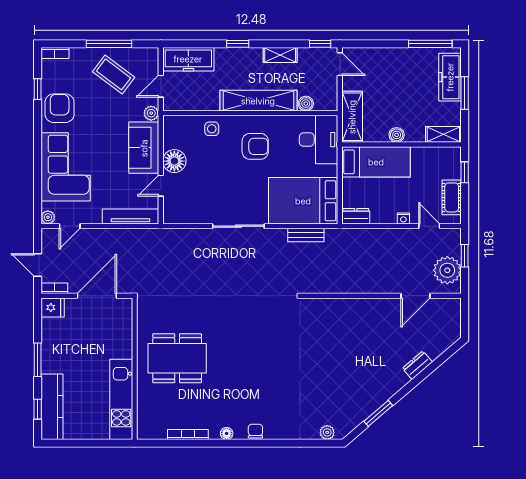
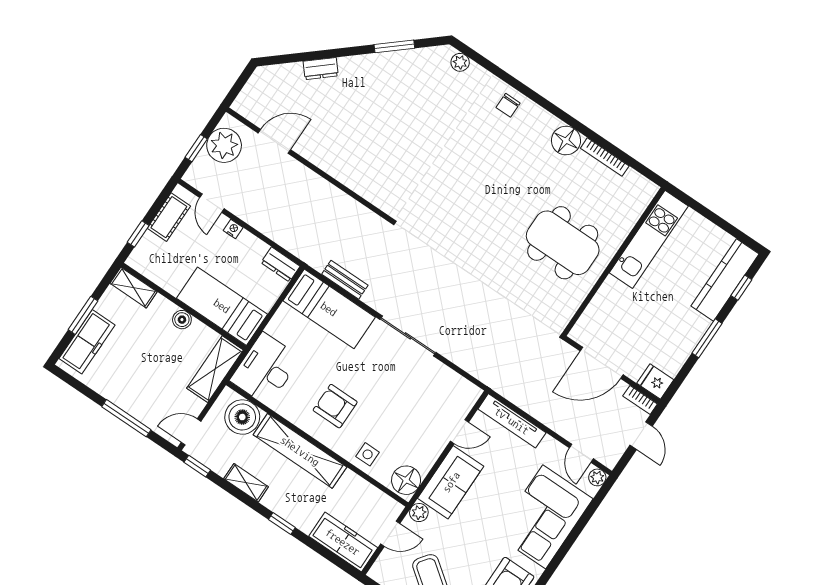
window: (430, 44) -> (126, 418), moved
door: (340, 64) -> (191, 432), hinge flipped
boiler: (306, 104) -> (242, 417), width x1.86, depth x1.86
floor lamp: (174, 161) -> (406, 480), moved
bed: (303, 201) -> (329, 309), width x0.67
door: (70, 226) -> (581, 453), swing flipped
chair: (255, 431) -> (508, 105), moved
floor lamp: (227, 433) -> (566, 141), width x1.89, depth x1.89

